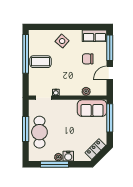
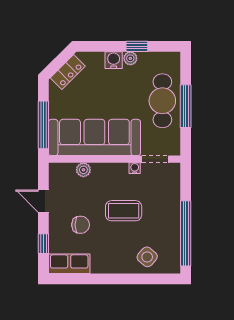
side table: (62, 41) -> (147, 257), moved
window: (110, 48) -> (43, 244), width x0.46
coffee table: (41, 62) -> (124, 211), moved
door: (110, 73) -> (43, 201), swing flipped
sofa: (92, 108) -> (94, 137), width x1.85, depth x1.27
window: (55, 164) -> (137, 46), width x0.46

